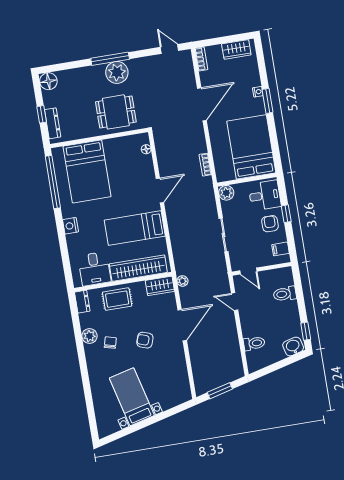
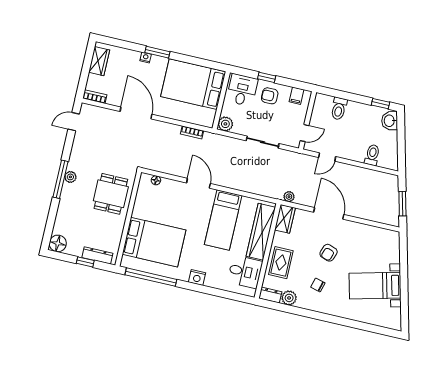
plant: (117, 72) -> (70, 177), width x0.53, depth x0.53
plant: (89, 336) -> (289, 298), moved

